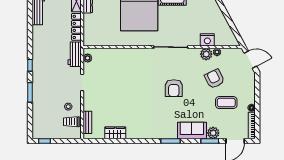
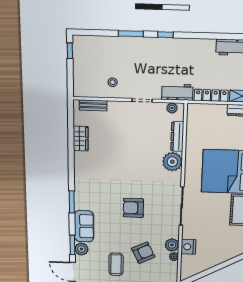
dresser: (111, 53) -> (177, 136), added
plant: (132, 56) -> (172, 162), added
trolley: (71, 122) -> (94, 86), removed

